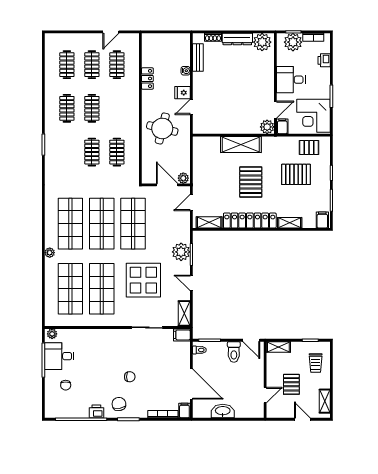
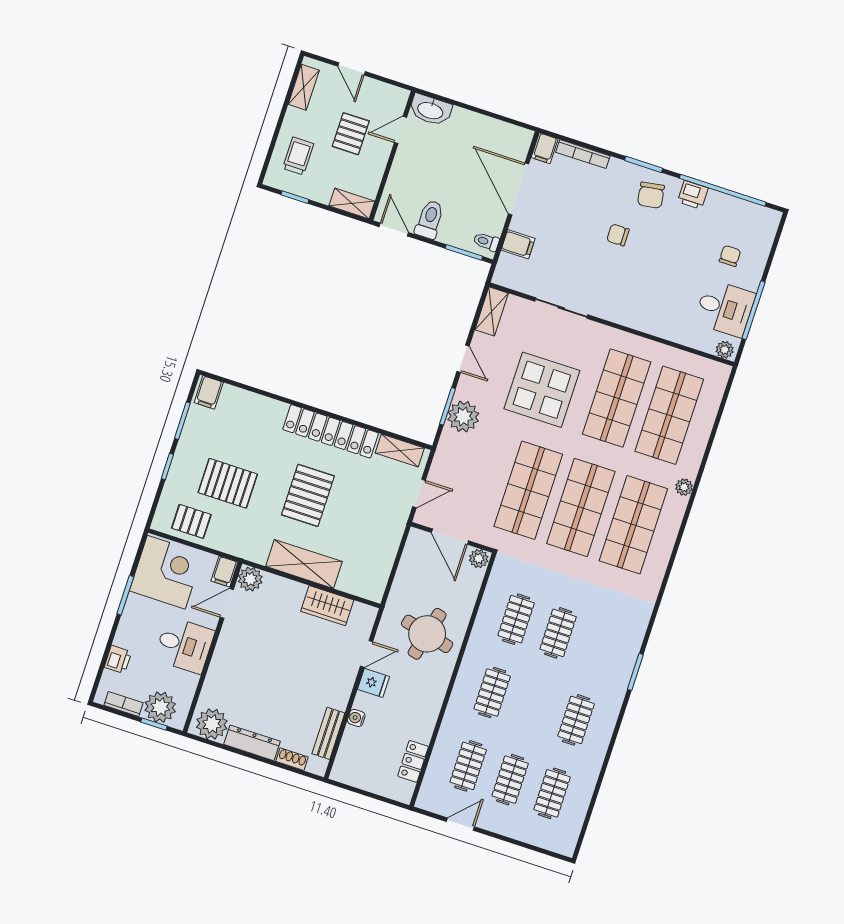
locker: (147, 79) -> (413, 761), moved
clothes rail: (92, 108) -> (492, 693), moved
wardrobe: (221, 126) -> (327, 606), added
plant: (183, 178) -> (479, 559), moved
shelving: (290, 223) -> (265, 406), removed
filing cabinet: (182, 335) -> (518, 244), moved
washbasin: (223, 411) -> (430, 110), moved

